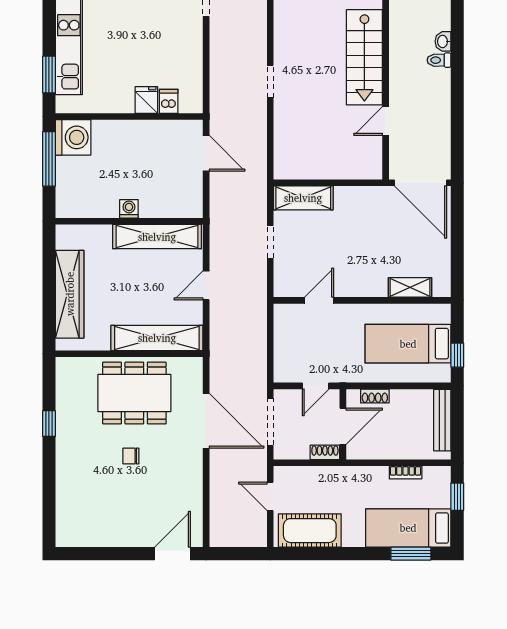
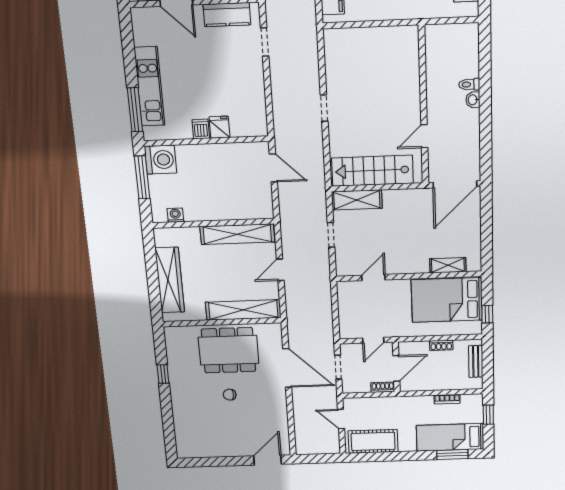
washbasin: (443, 41) -> (473, 100), moved
stairs: (364, 57) -> (372, 171), moved, turned 90
window: (49, 75) -> (135, 110), width x1.44
dishwasher: (169, 101) -> (201, 129), moved
door: (420, 183) -> (455, 184), hinge flipped
washing machine: (129, 209) -> (175, 215), moved
bed: (408, 344) -> (447, 300), width x1.50
shoe rack: (375, 396) -> (441, 345), moved
bench: (442, 420) -> (476, 361), width x0.73
doorway: (270, 422) -> (338, 367), width x0.73

